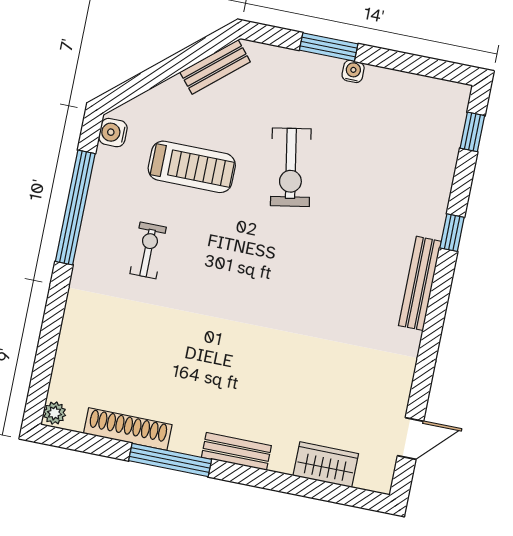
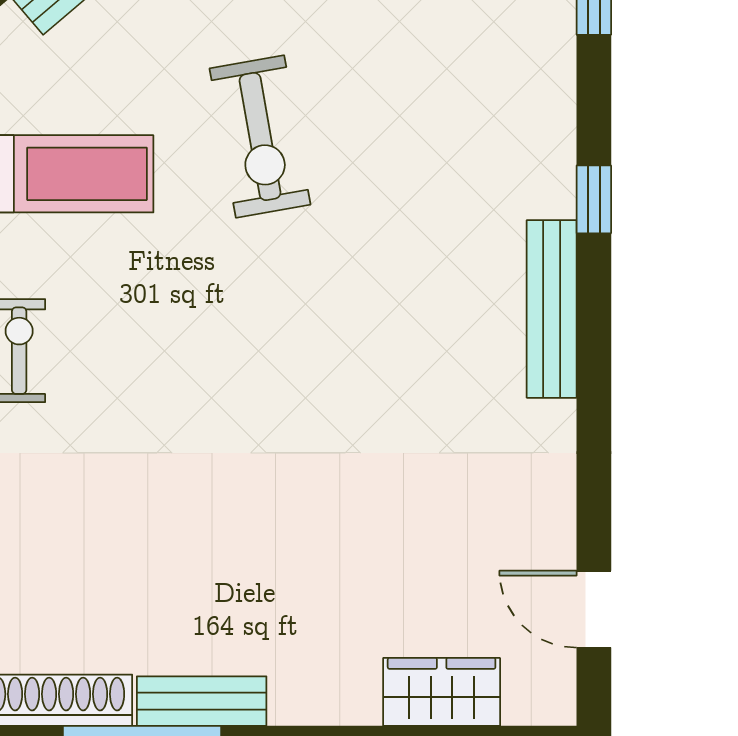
door: (411, 438) -> (594, 609), swing flipped
bench: (236, 451) -> (202, 701), moved

